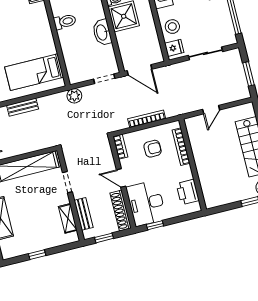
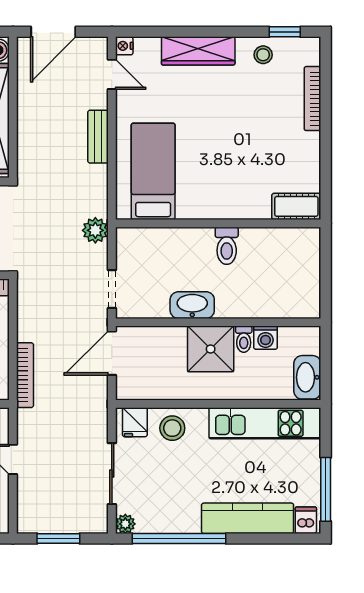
plant: (231, 39) -> (125, 524), added
bookcase: (147, 119) -> (25, 375), moved

